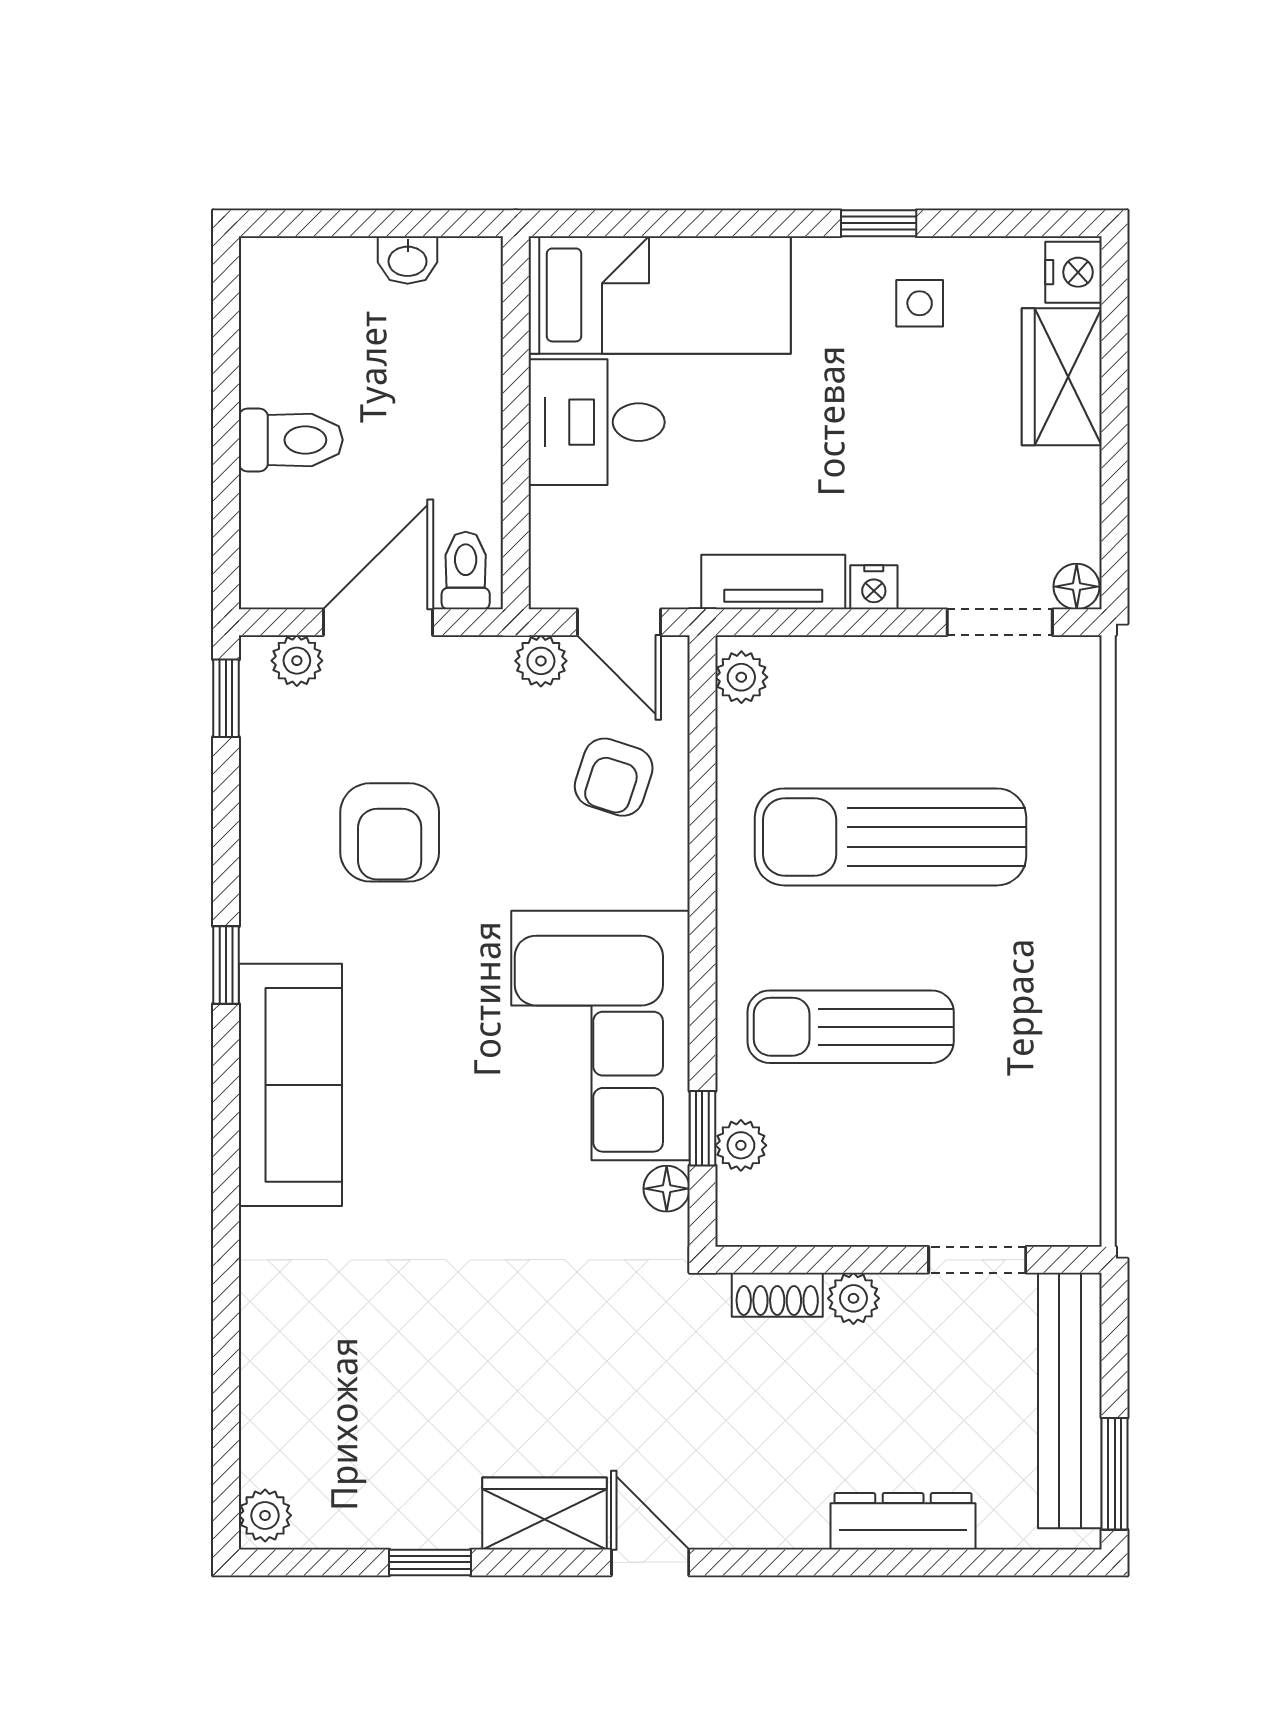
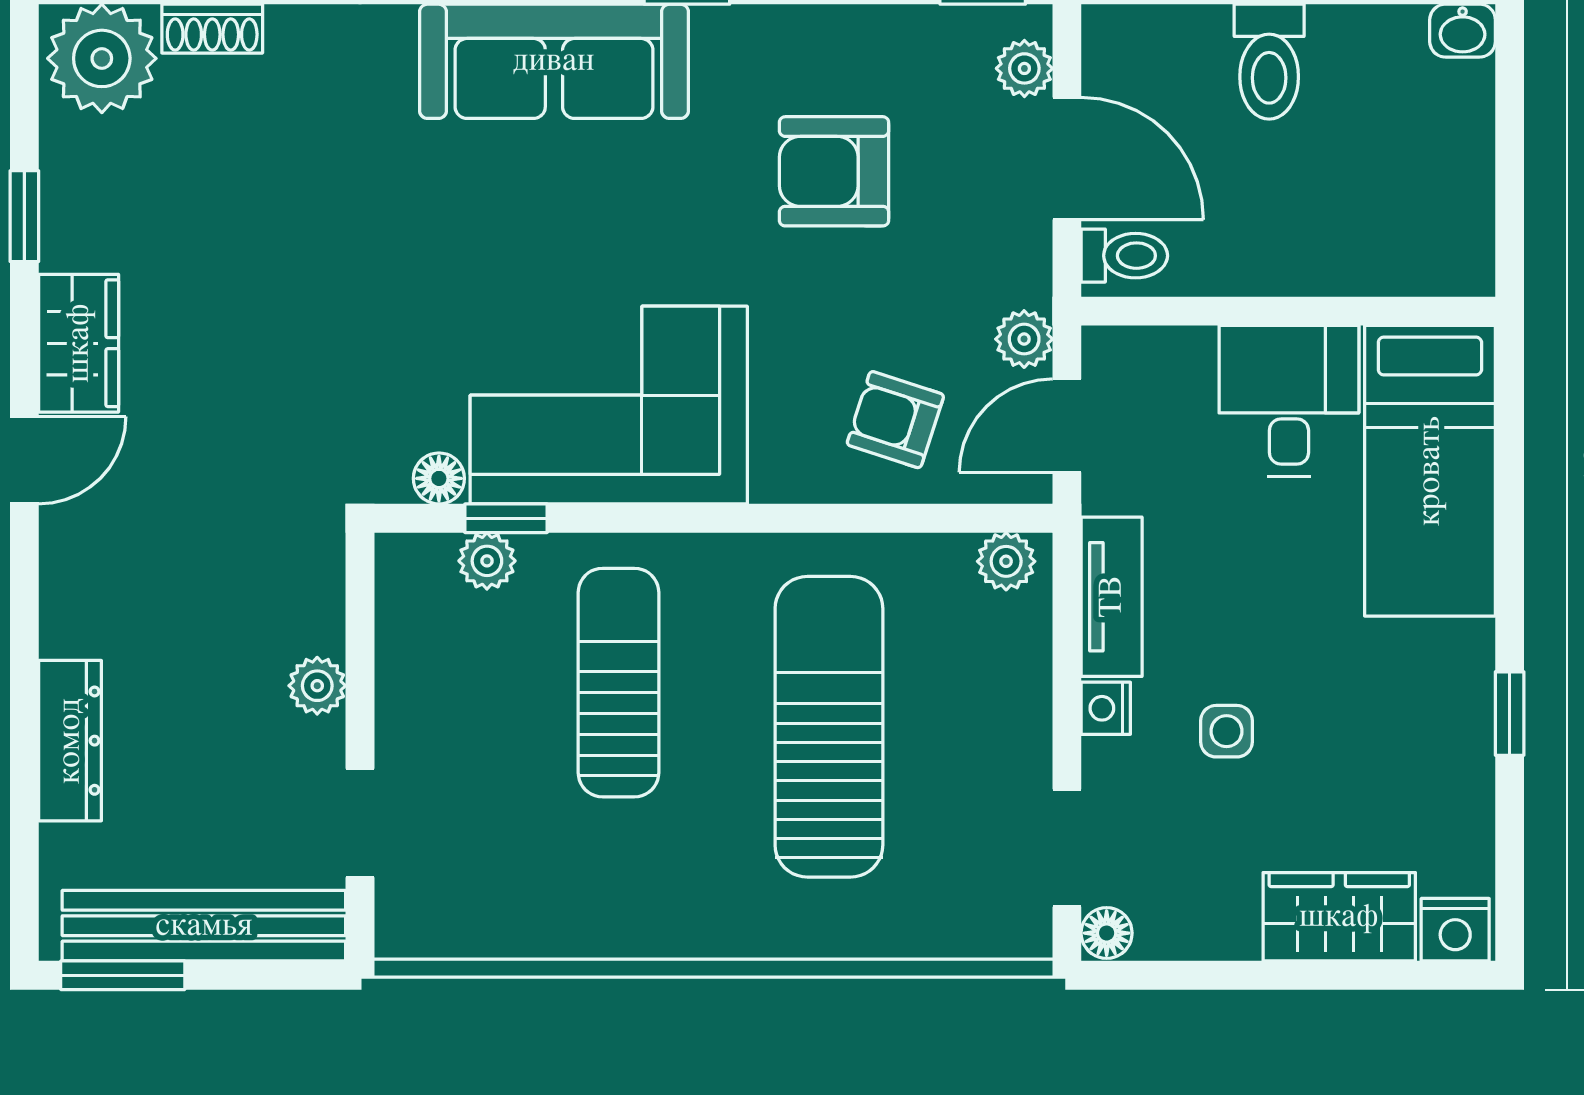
washbasin: (408, 260) -> (1463, 31), moved, turned -90
side table: (920, 303) -> (1226, 731), moved
shoe rack: (777, 1295) -> (212, 29), moved, turned -90
plant: (265, 1515) -> (102, 58), width x1.88, depth x1.88

